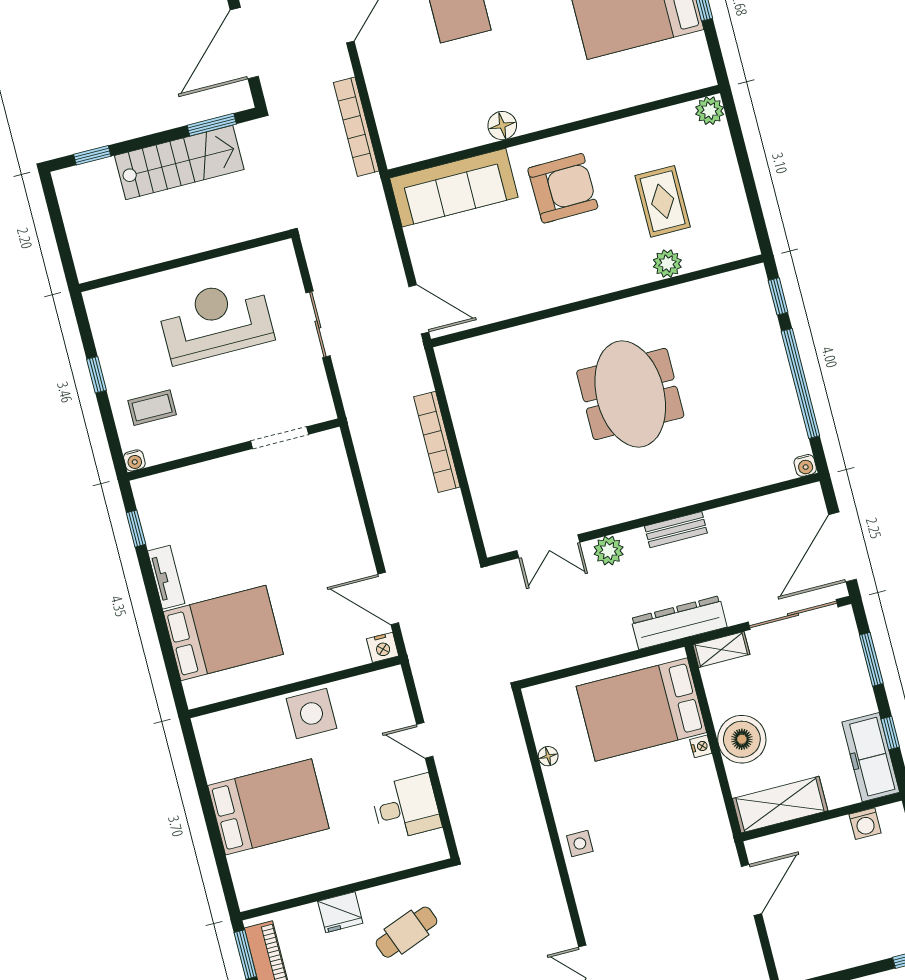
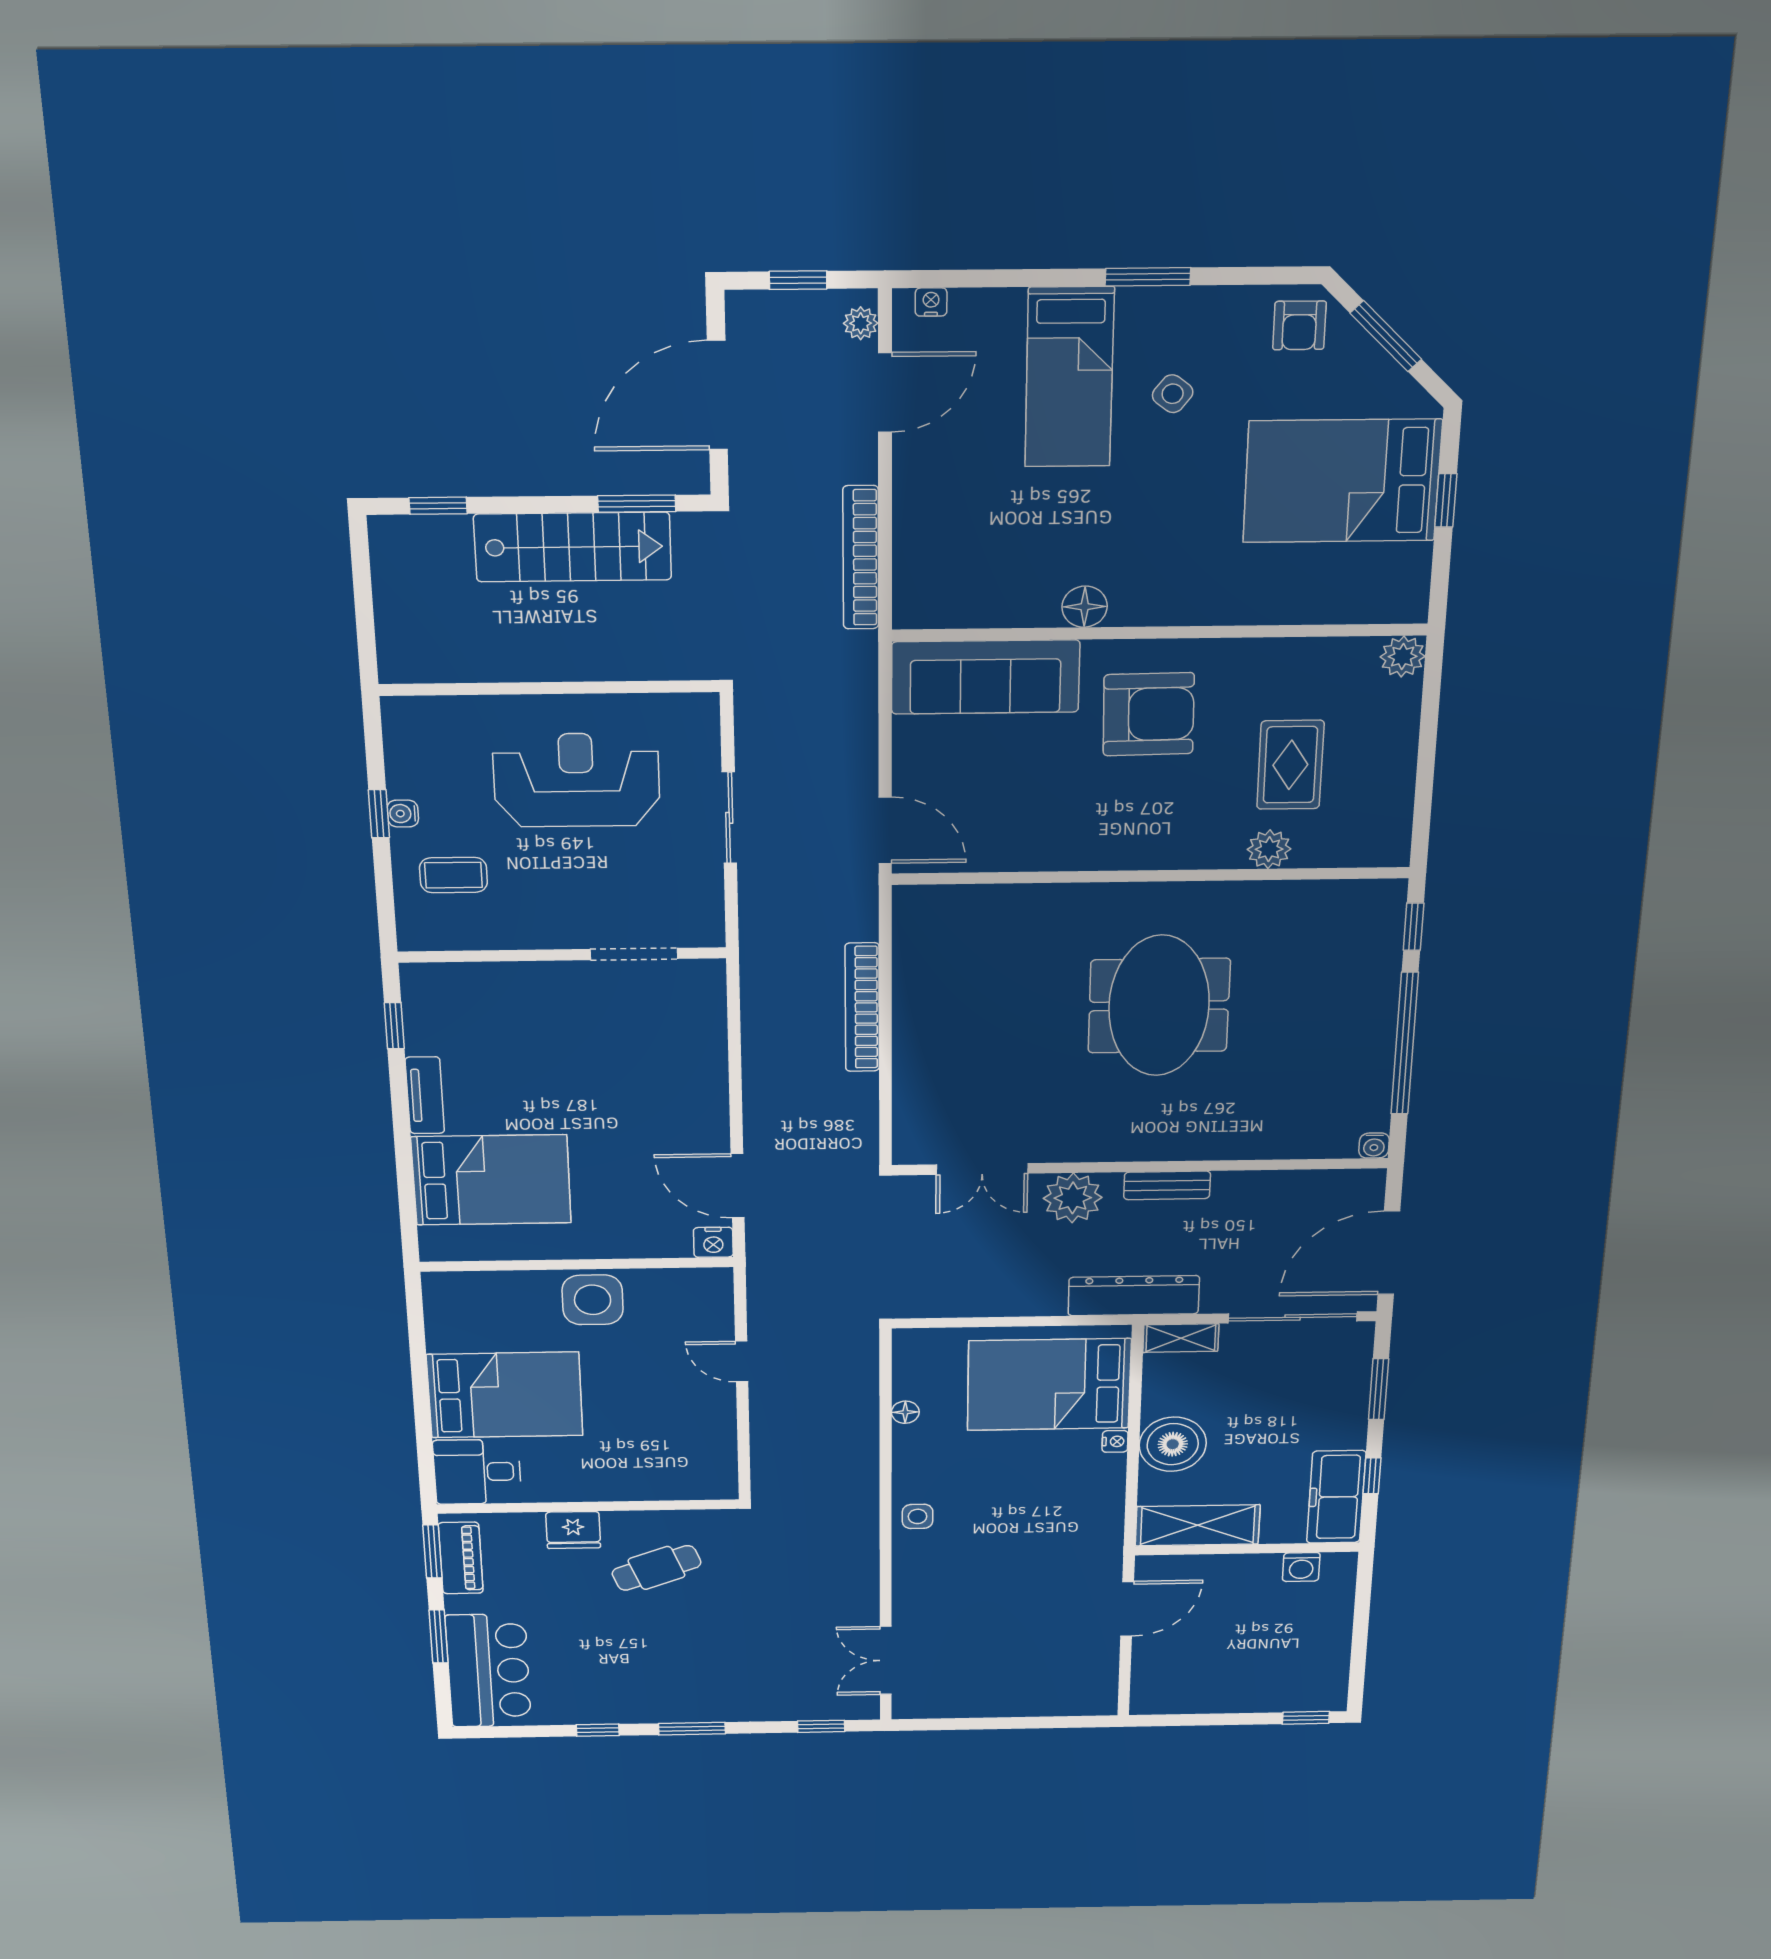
water cooler: (134, 460) -> (403, 814), moved, turned 90
plant: (609, 551) -> (1073, 1198), width x1.36, depth x1.36
desk: (406, 807) -> (477, 1472), moved, turned 180

